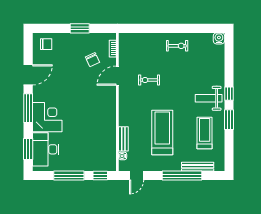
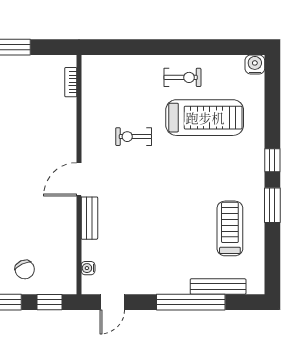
chair: (93, 60) -> (25, 269), moved
door: (117, 76) -> (79, 179), moved
weight bench: (209, 98) -> (237, 168), removed
treadmill: (162, 133) -> (205, 118), moved, turned 90
bench: (123, 139) -> (89, 218), moved

